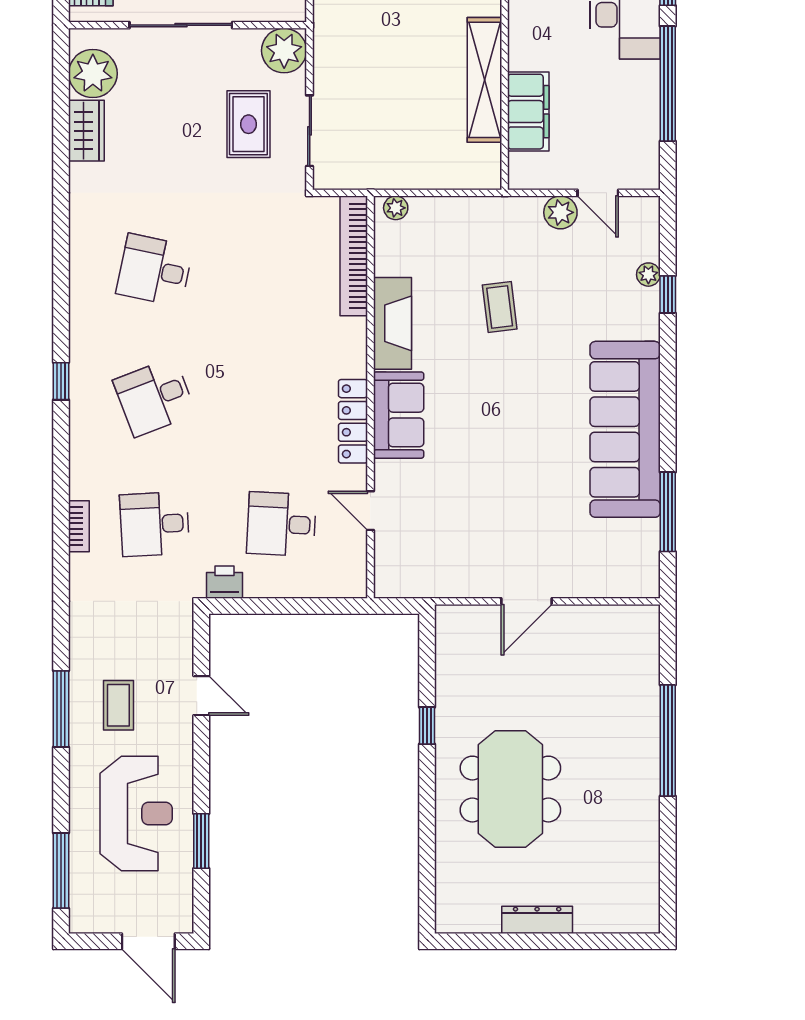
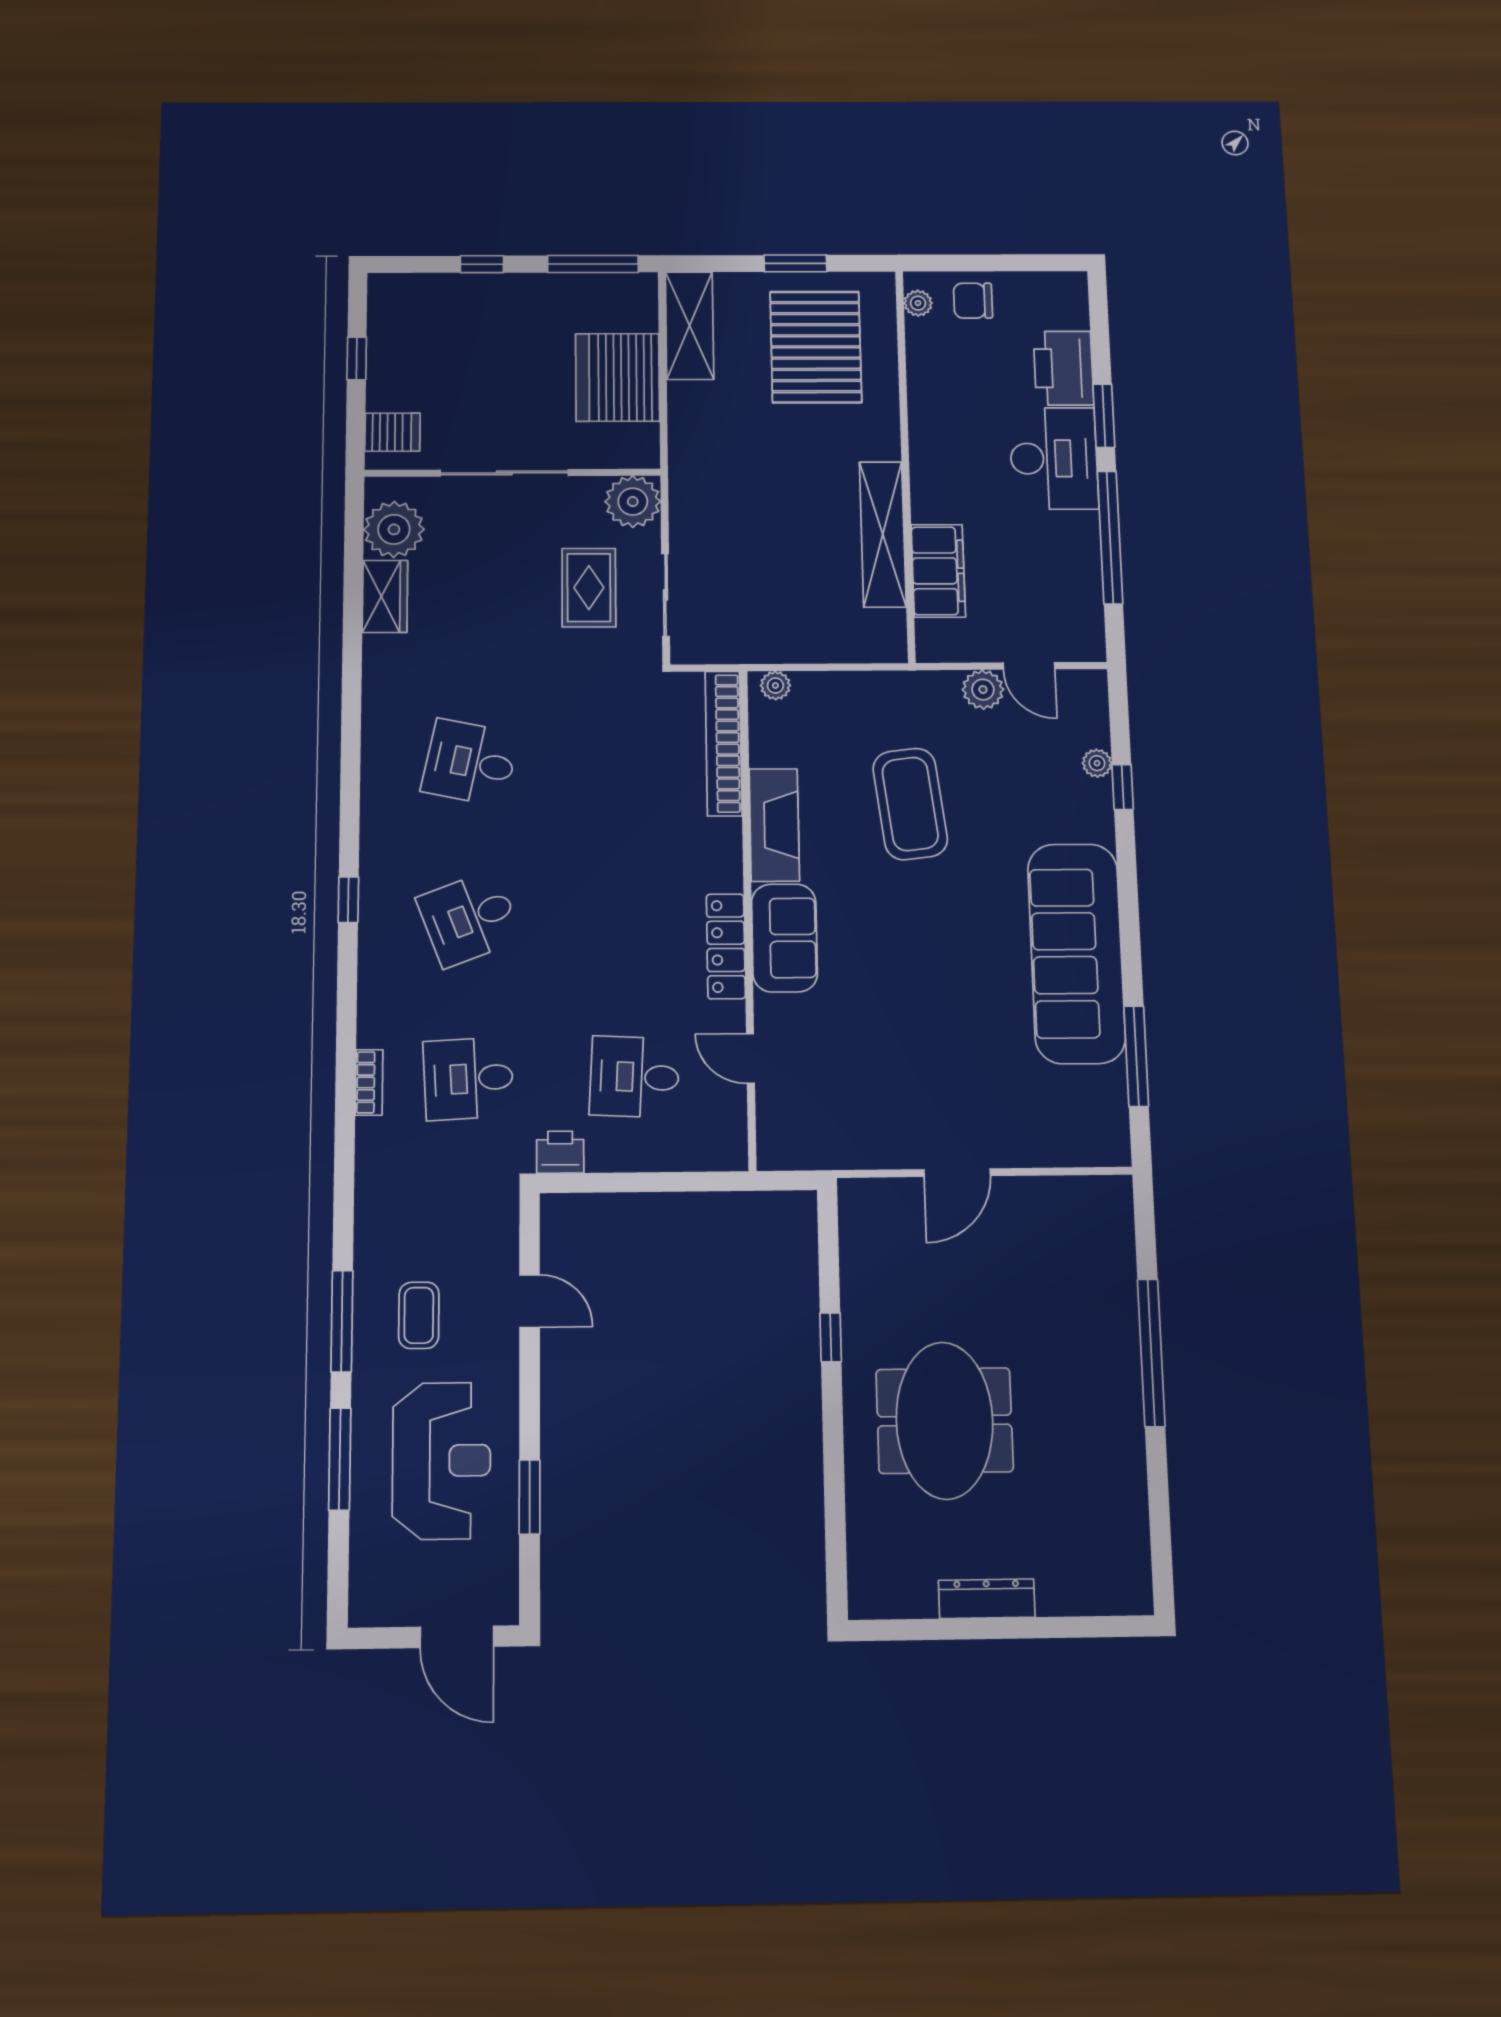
coffee table: (500, 307) -> (910, 804), width x1.86, depth x1.72
window: (61, 871) -> (340, 1459), moved

